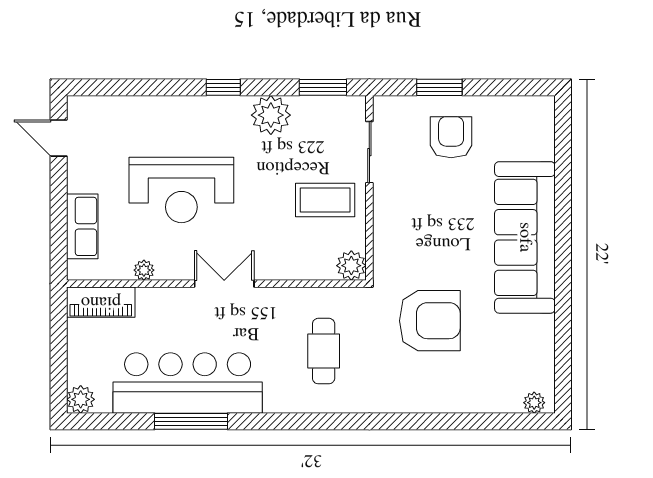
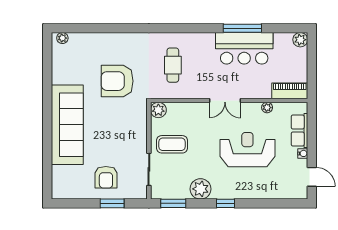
water cooler: (76, 183) -> (303, 153), added
bar counter: (188, 383) -> (244, 48), width x0.73

